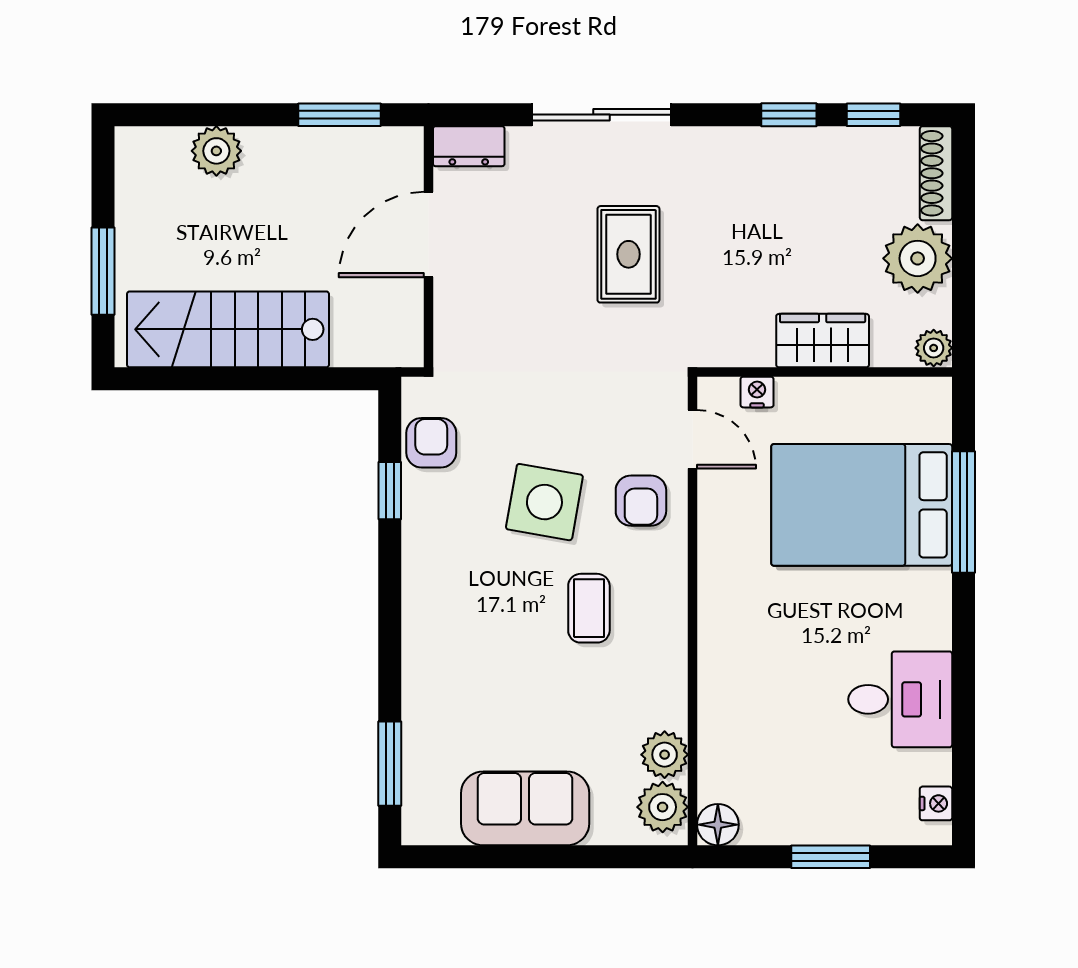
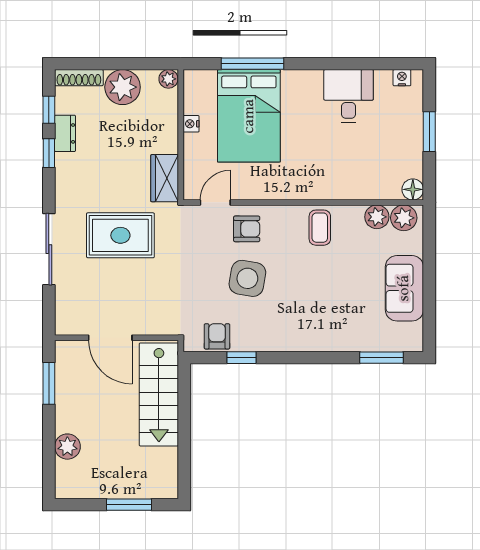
dresser: (469, 146) -> (65, 133), moved
rug: (628, 254) -> (120, 235), width x1.36, depth x1.43
stairs: (228, 329) -> (159, 394), moved
wardrobe: (823, 341) -> (165, 178), moved
nightstand: (757, 392) -> (191, 124), moved
armchair: (431, 443) -> (217, 336), turned 90
coffee table: (589, 608) -> (320, 228), moved, turned 90

